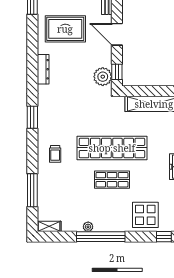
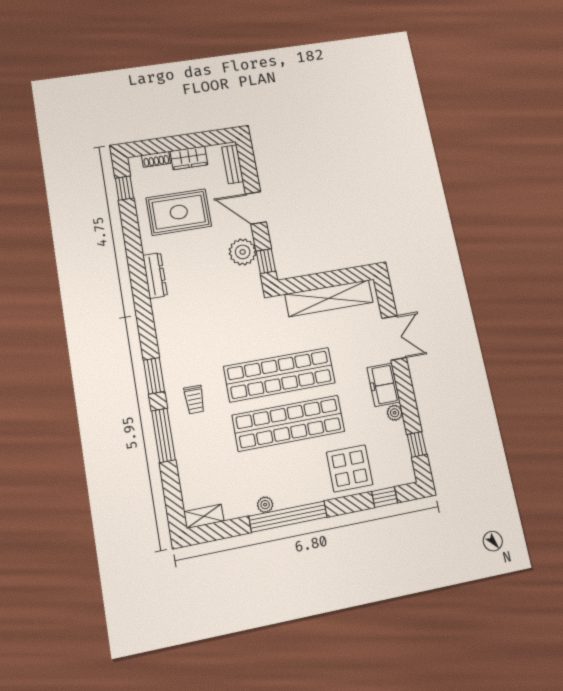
plant: (103, 77) -> (243, 252), moved
window: (32, 117) -> (154, 376), moved
shop shelf: (112, 180) -> (288, 423), width x2.00, depth x1.36
window: (32, 190) -> (163, 435), moved

